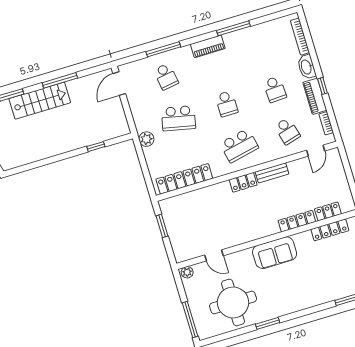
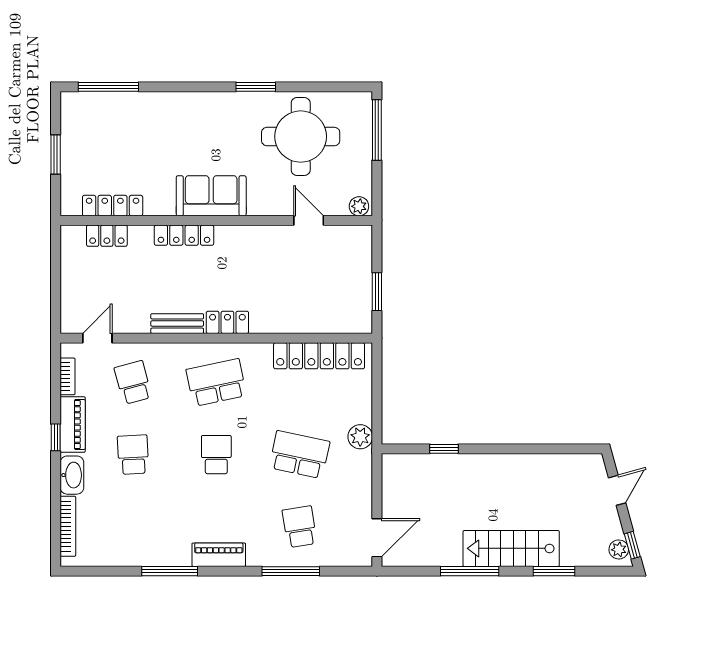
locker: (297, 221) -> (184, 235), moved

